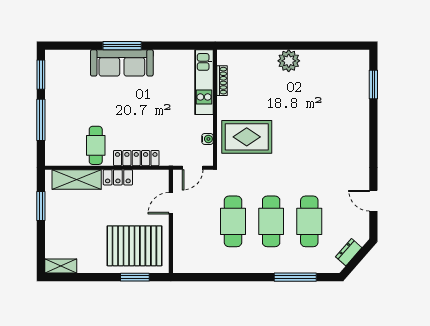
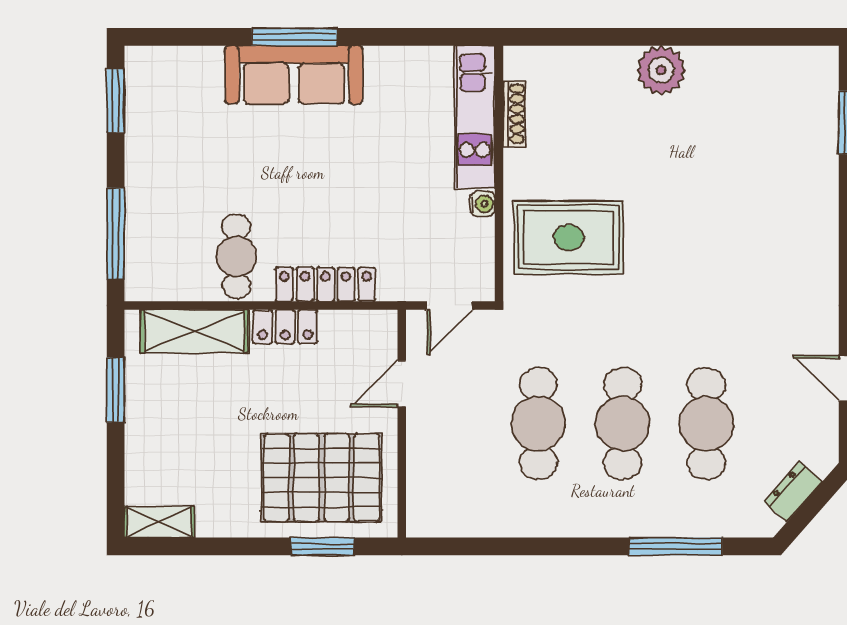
window: (41, 120) -> (116, 234), moved
water cooler: (207, 139) -> (482, 204), moved

